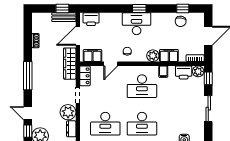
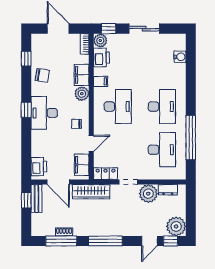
chair: (181, 21) -> (42, 75), moved
window: (28, 38) -> (61, 241), added
door: (111, 64) -> (91, 143), hinge flipped

